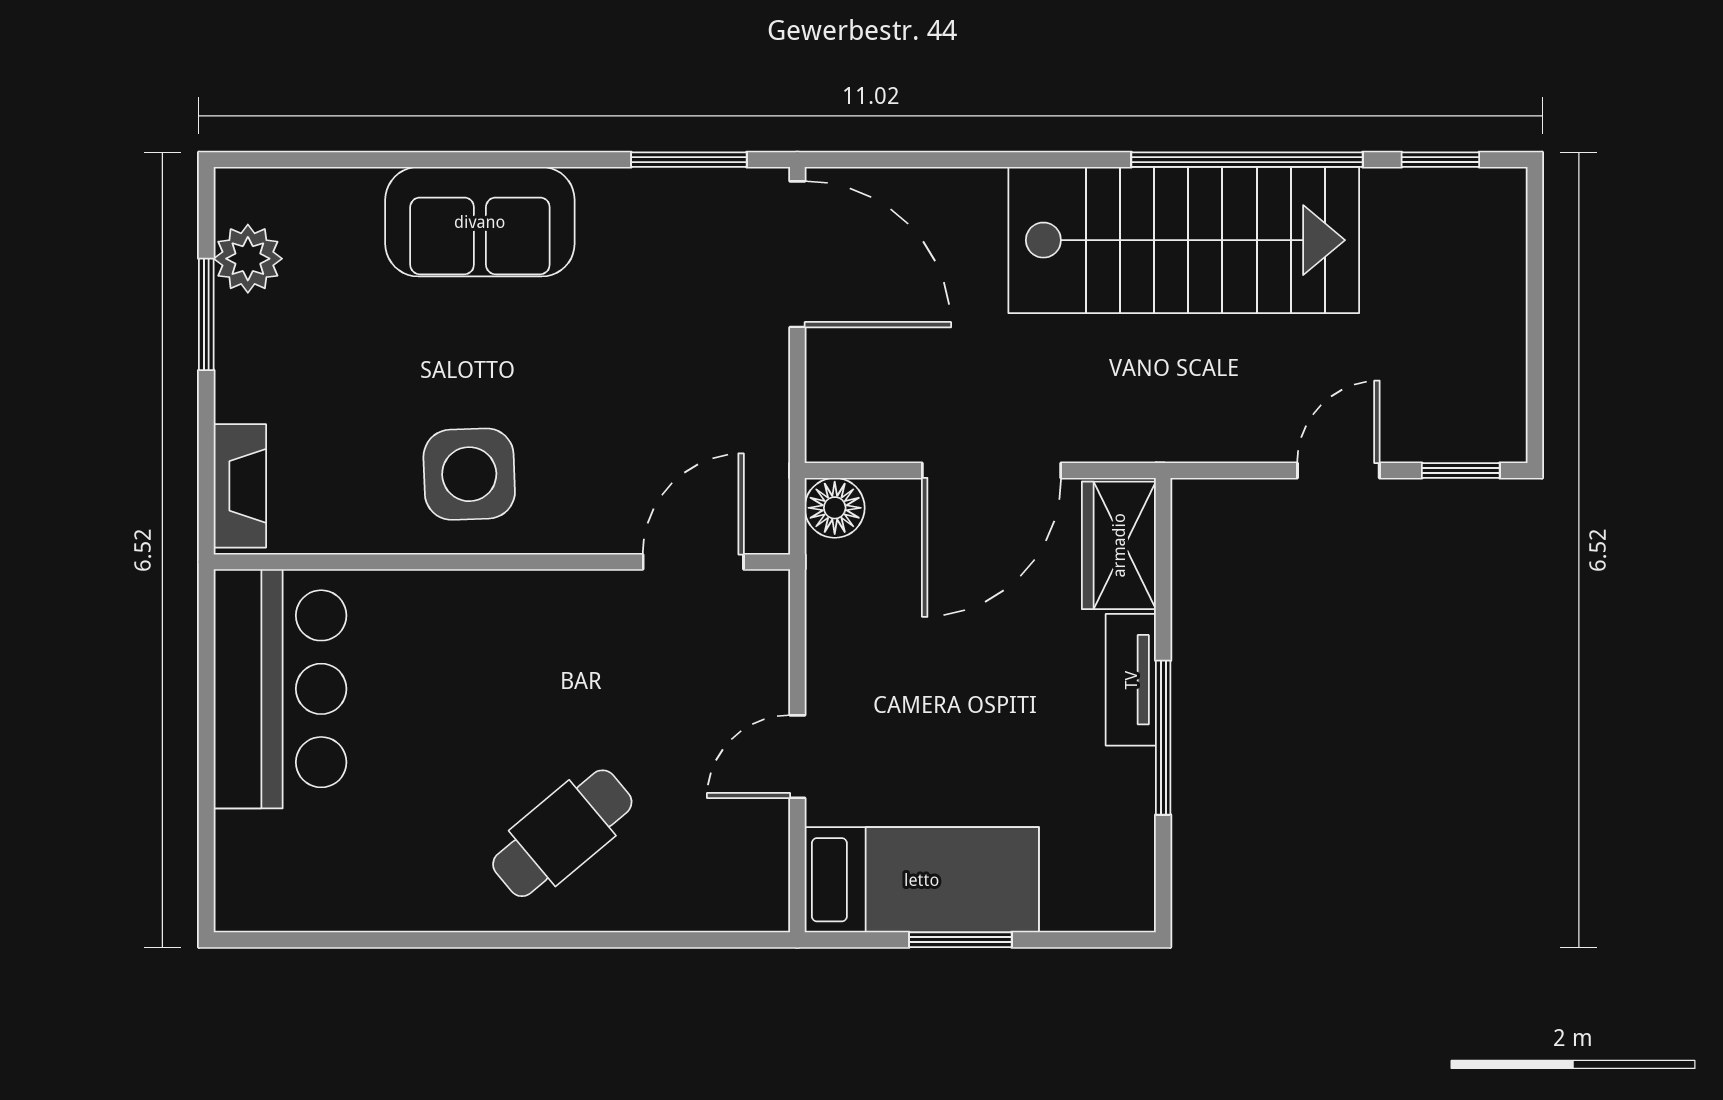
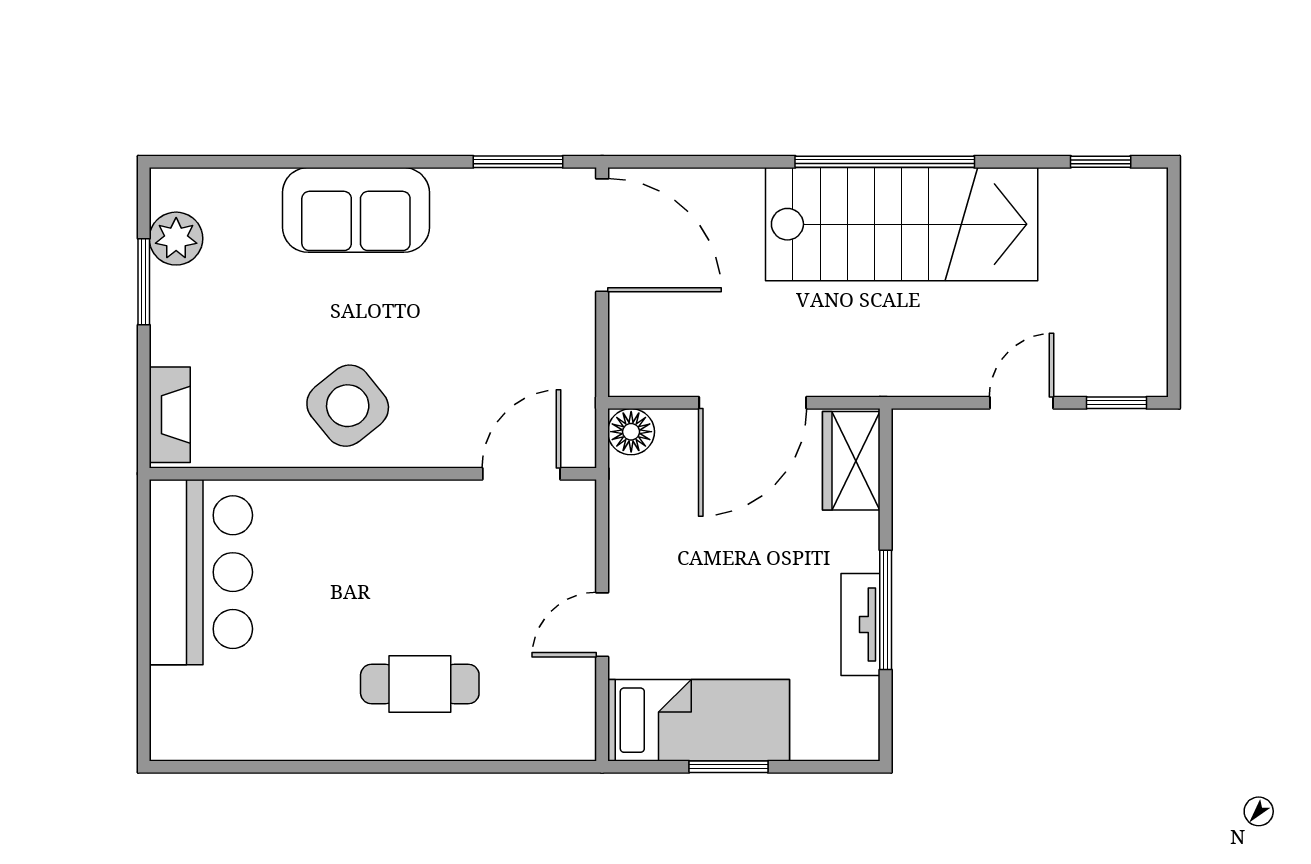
window: (1247, 160) -> (885, 162), moved
side table: (469, 474) -> (348, 406), turned -37
tv unit: (1131, 680) -> (860, 624), moved
cafe table: (562, 833) -> (420, 684), turned 40

